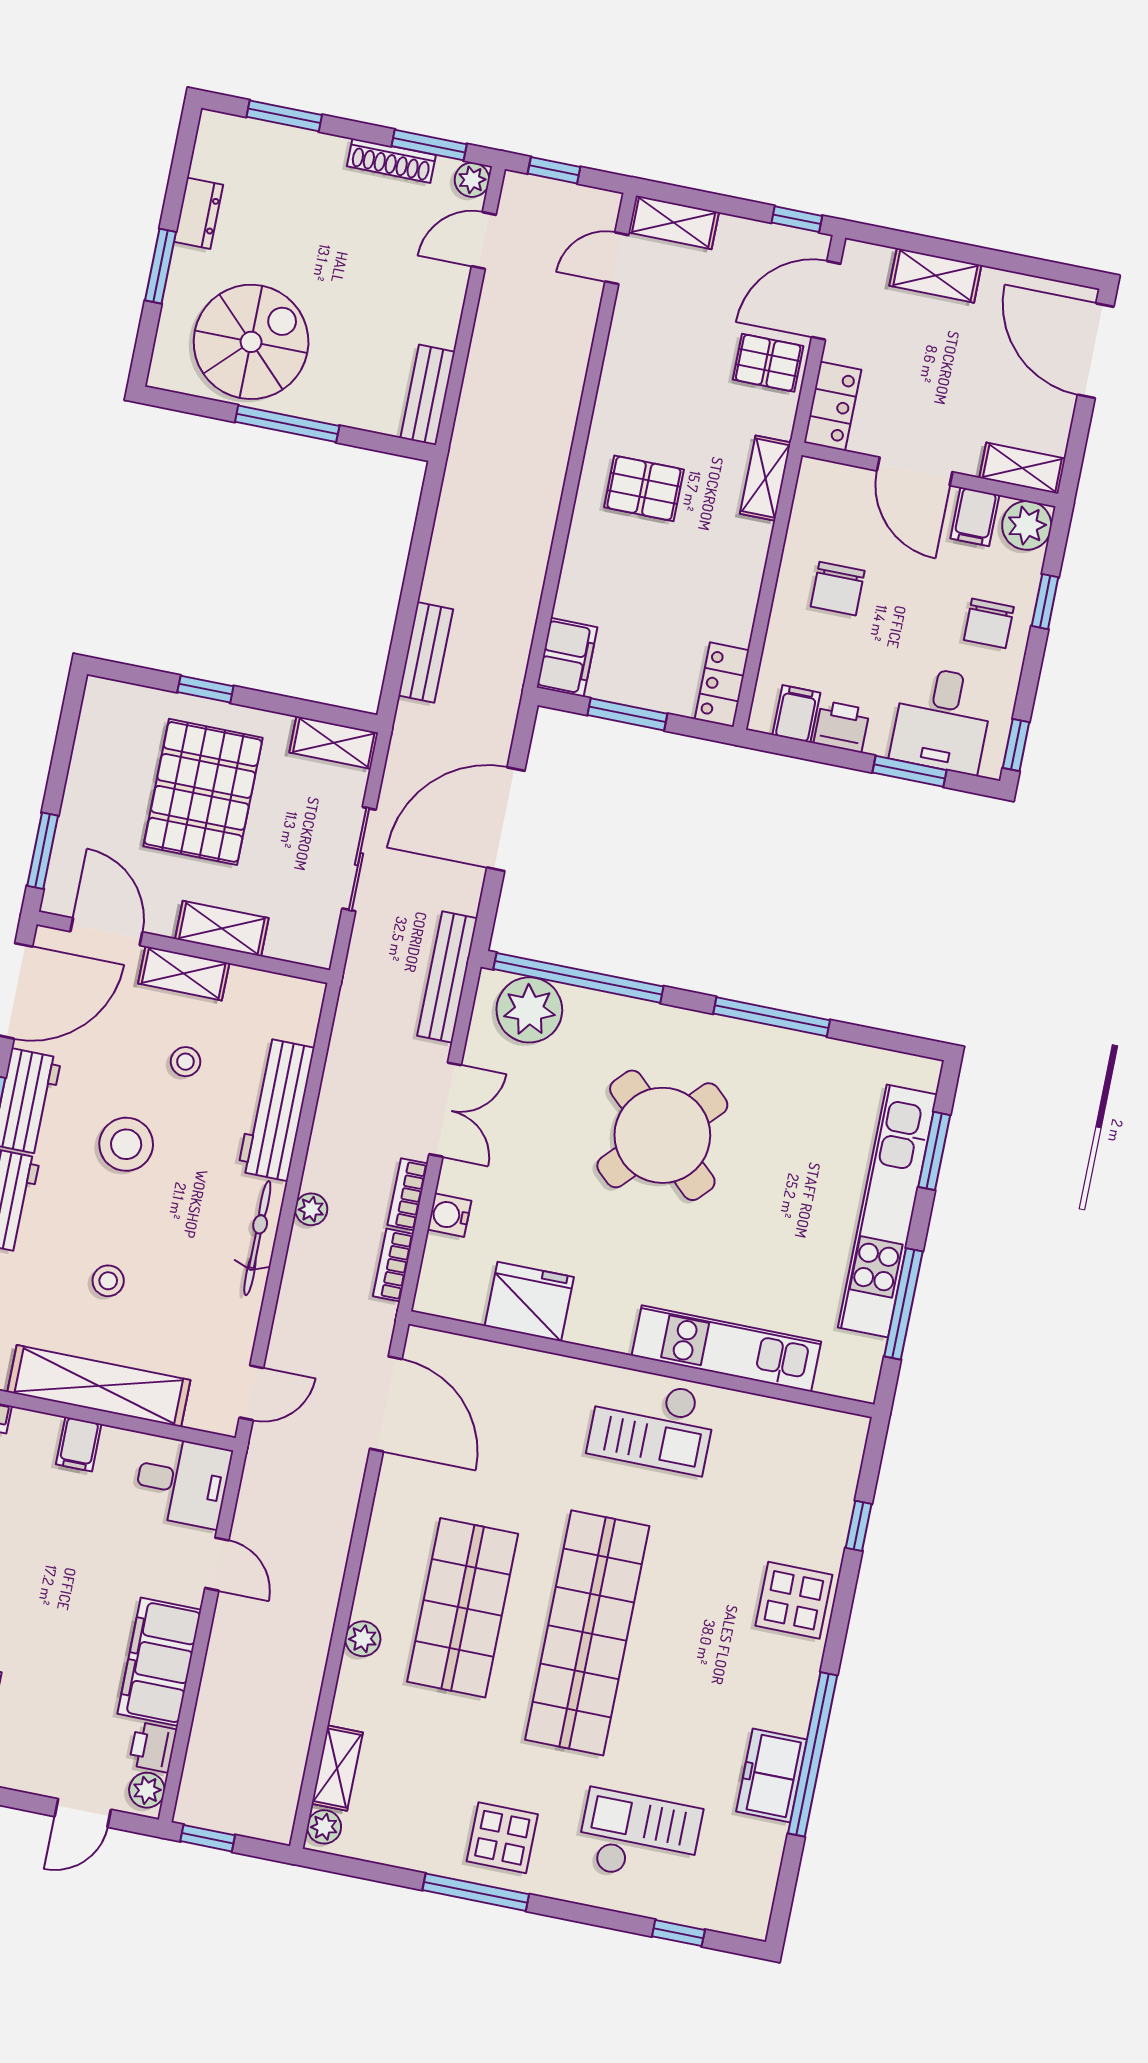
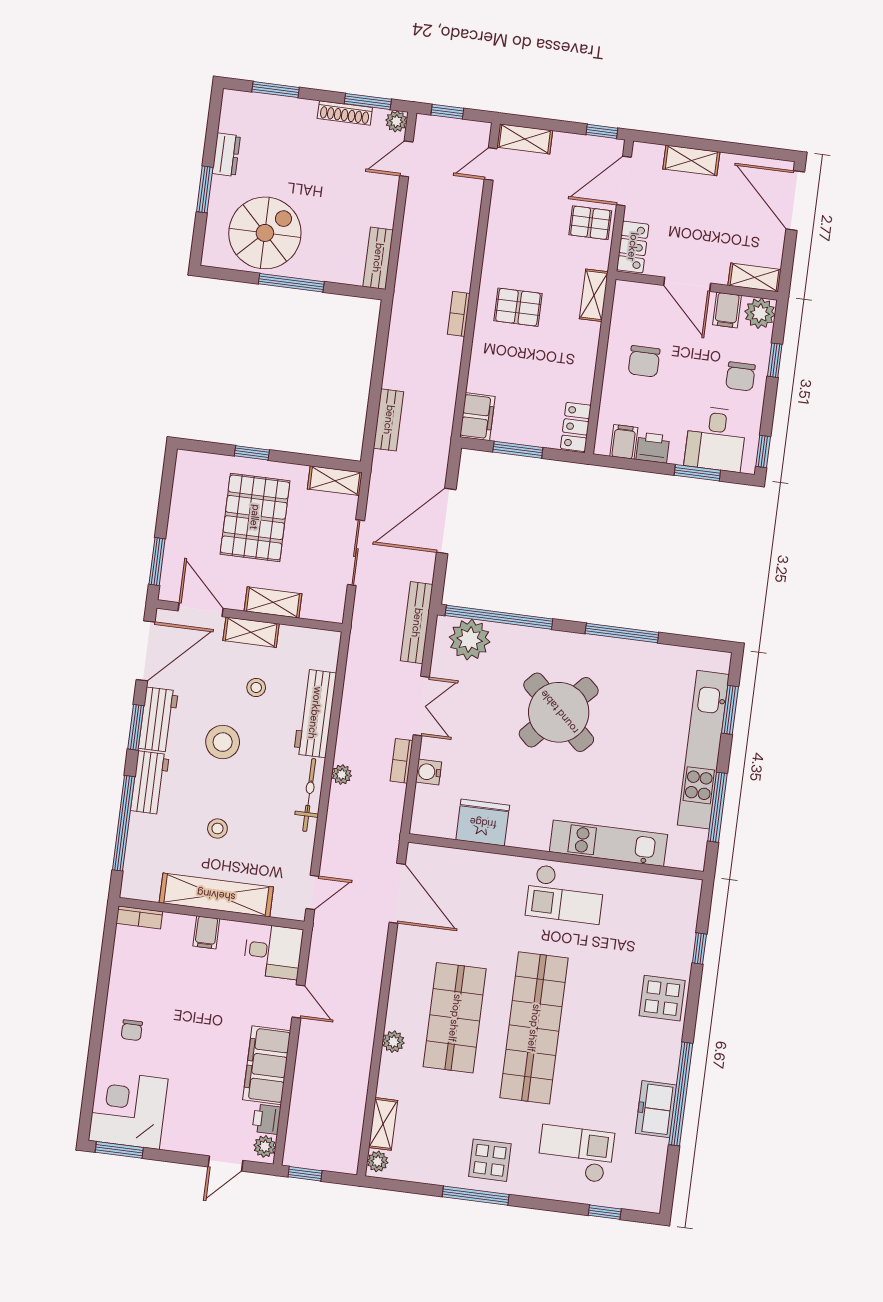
bookcase: (393, 1265) -> (459, 314), moved

